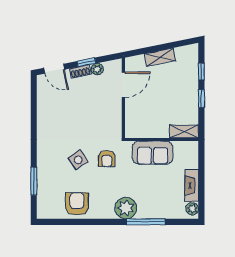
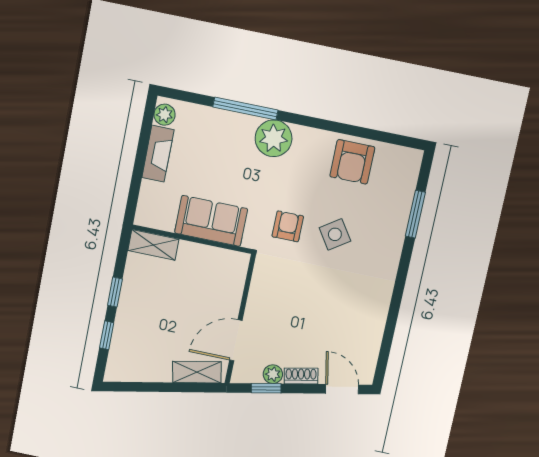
shelving: (160, 57) -> (197, 372), moved
window: (86, 62) -> (266, 388), moved

